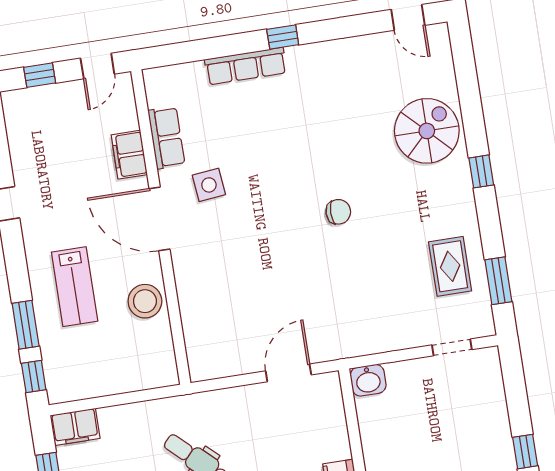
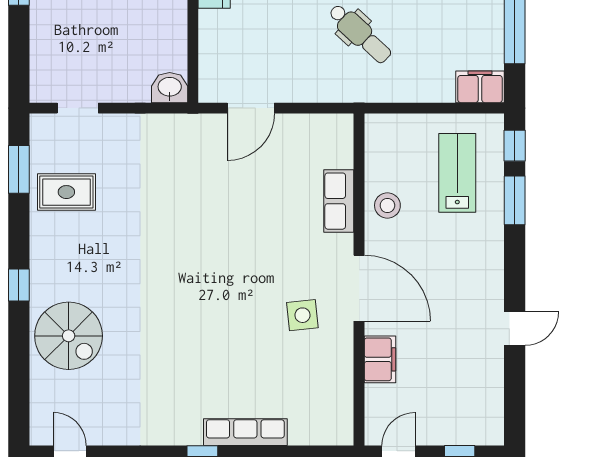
spiral stairs: (427, 131) -> (69, 336), turned -90
row of seats: (166, 138) -> (339, 201), moved
chair: (338, 212) -> (173, 266), removed
rug: (450, 266) -> (66, 192), turned 90
lab bench: (75, 287) -> (457, 173), moved
stool: (145, 301) -> (387, 205), width x0.73, depth x0.73

